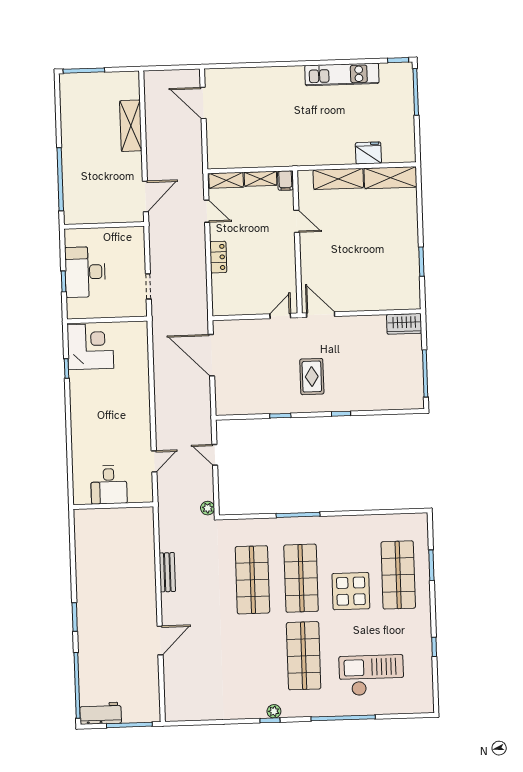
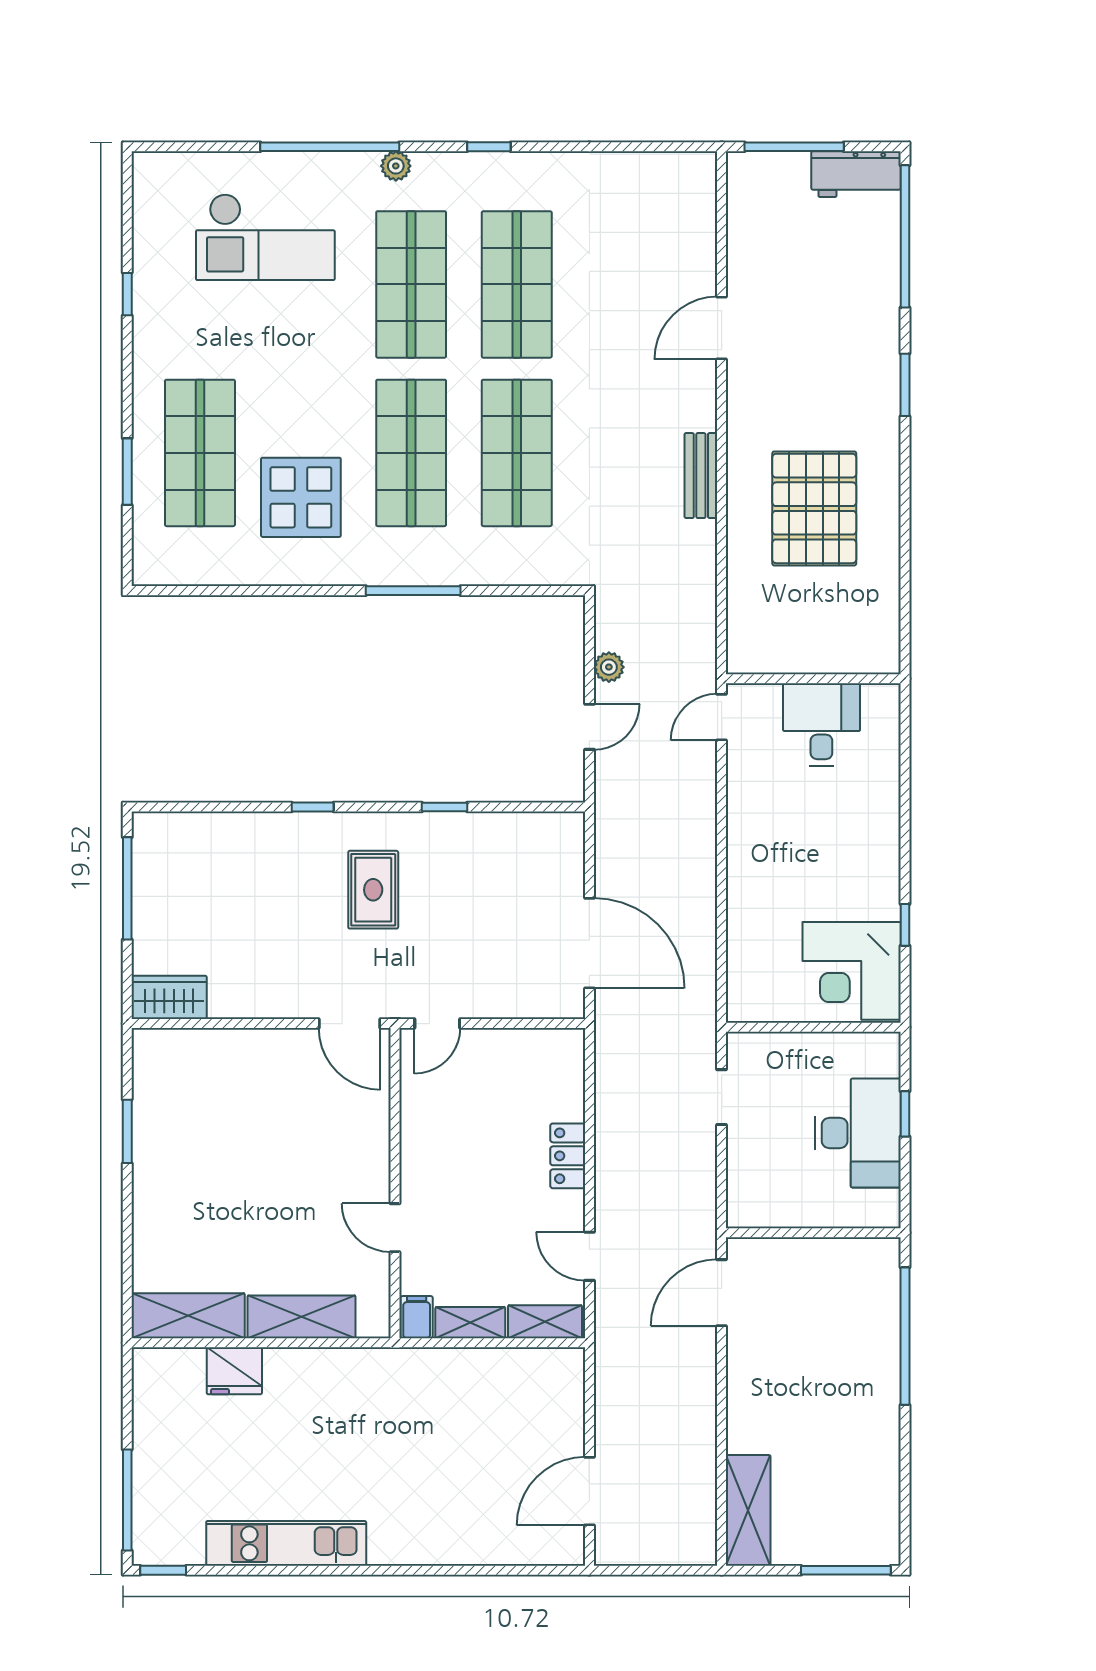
door: (203, 103) -> (589, 1491), swing flipped
shelving: (131, 126) -> (748, 1510), moved
door: (215, 455) -> (589, 727), hinge flipped
desk: (109, 485) -> (821, 725), moved
wall: (113, 506) -> (813, 679), moved
plant: (208, 508) -> (609, 667), moved
pallet: (115, 559) -> (814, 508), added
display table: (351, 591) -> (301, 497), moved
shop shelf: (255, 657) -> (517, 284), added
plant: (274, 711) -> (396, 166), moved

